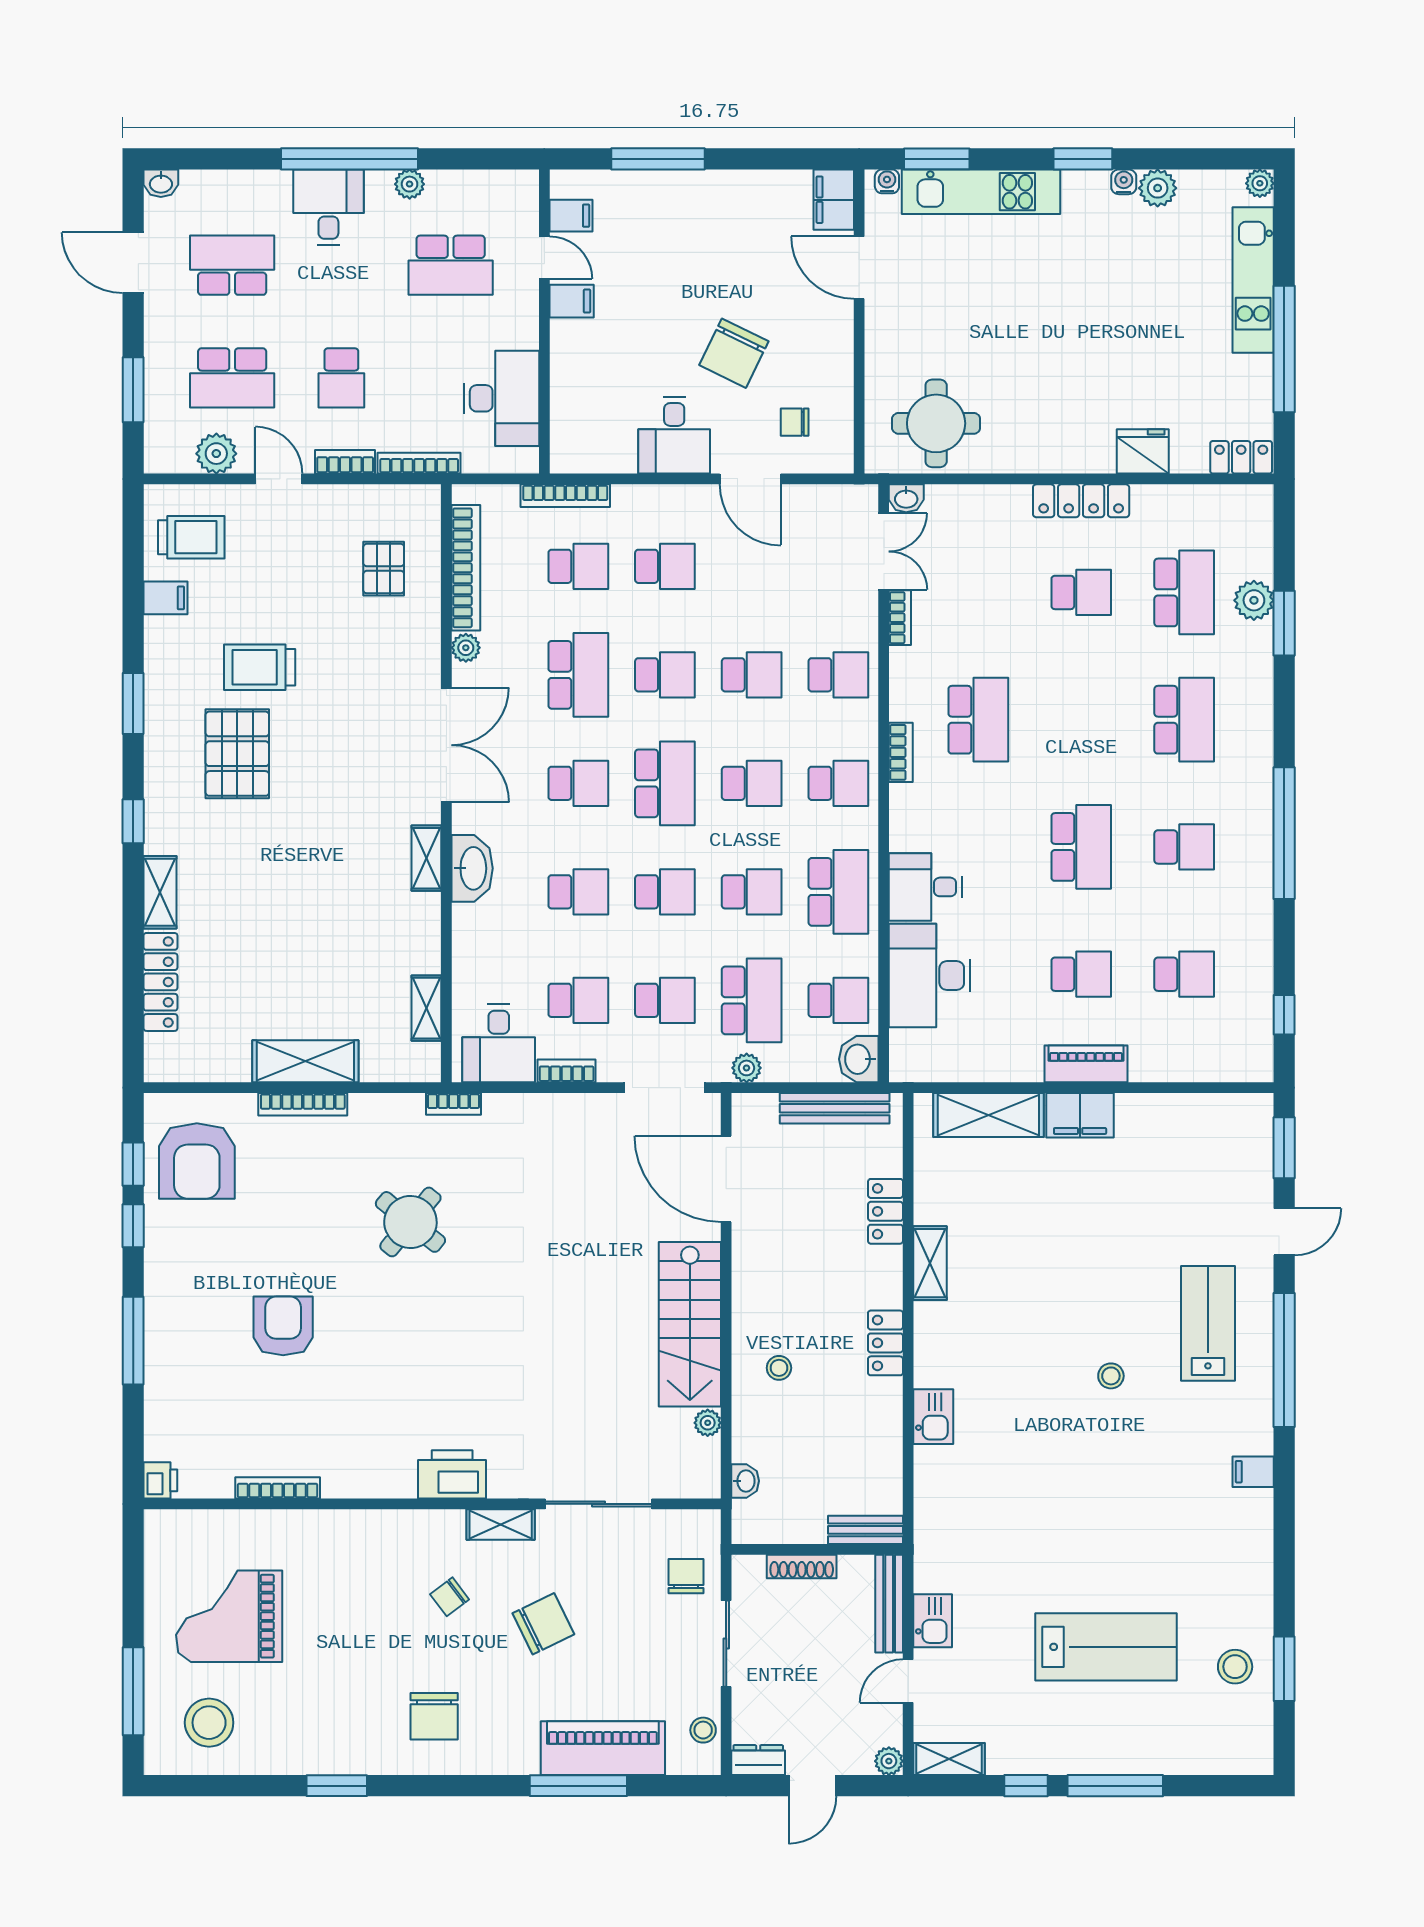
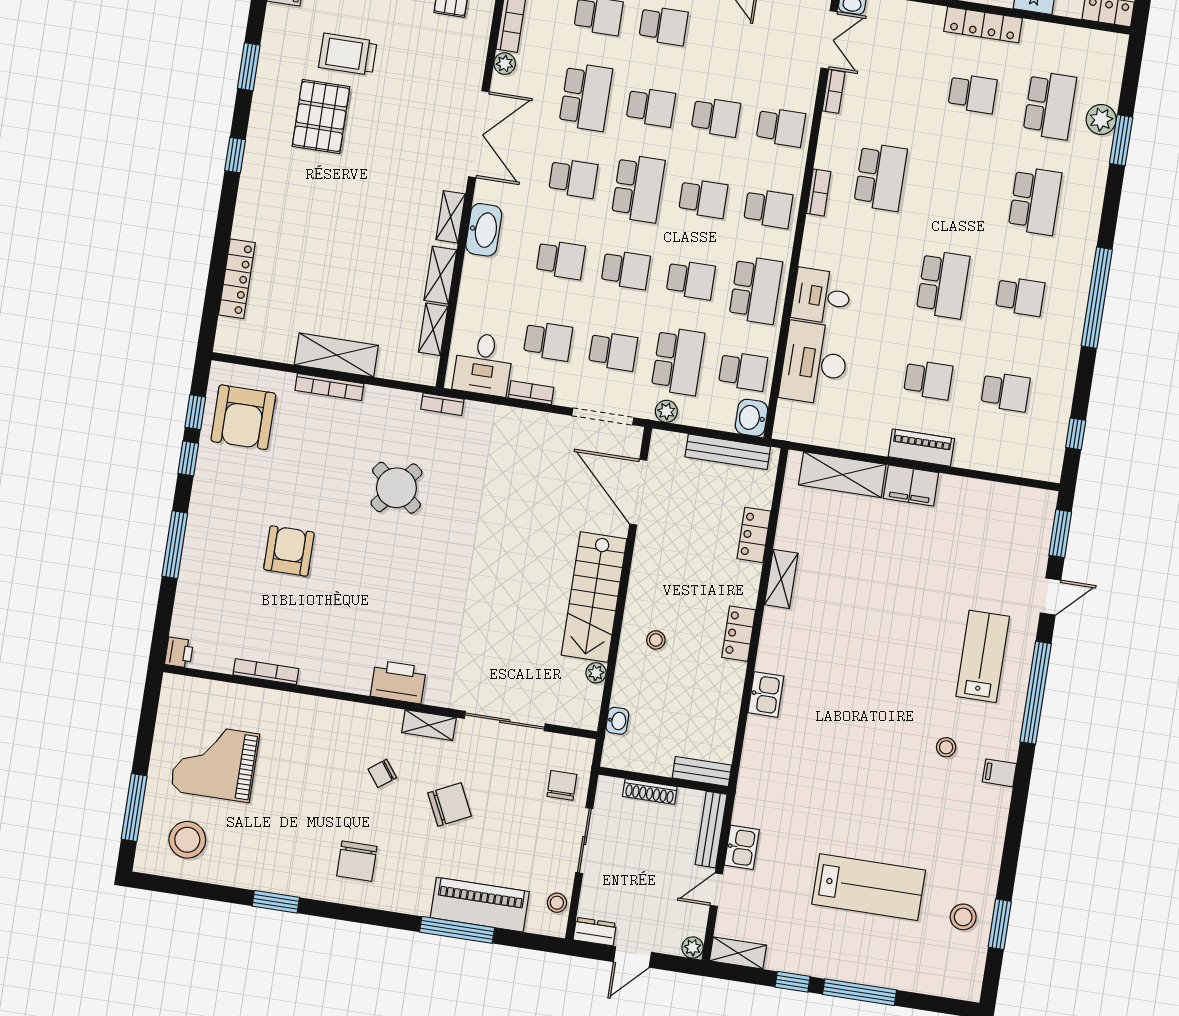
shelving: (160, 892) -> (440, 275), moved
stool: (1111, 1376) -> (946, 747), moved

